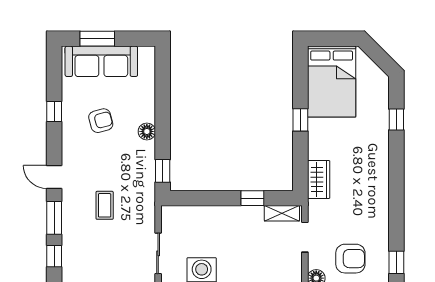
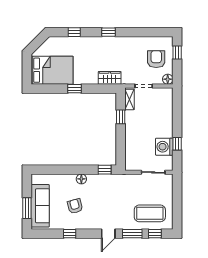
coffee table: (105, 205) -> (150, 213), moved, width x1.86, depth x1.72
window: (396, 262) -> (108, 32), moved

